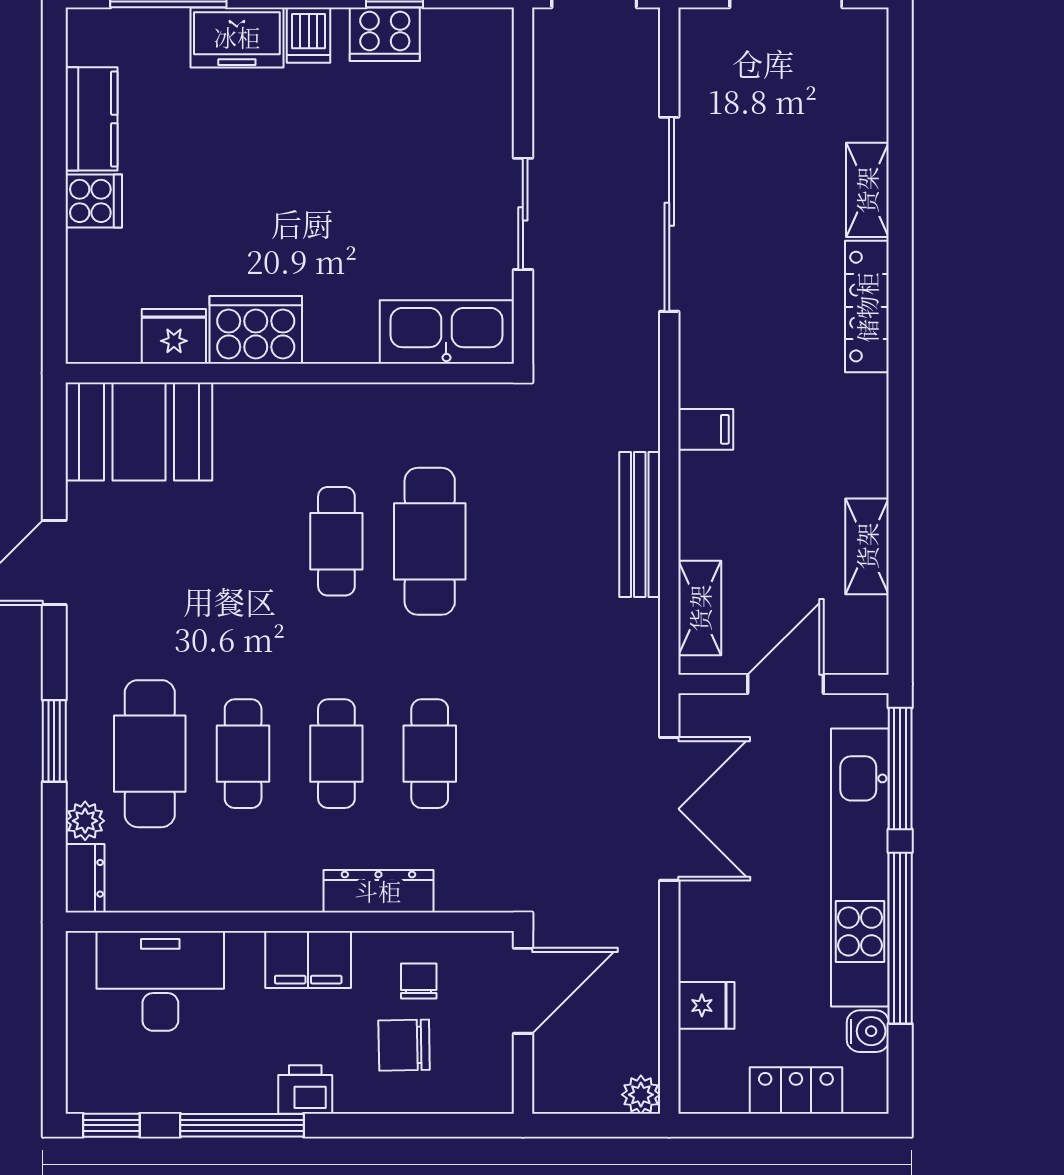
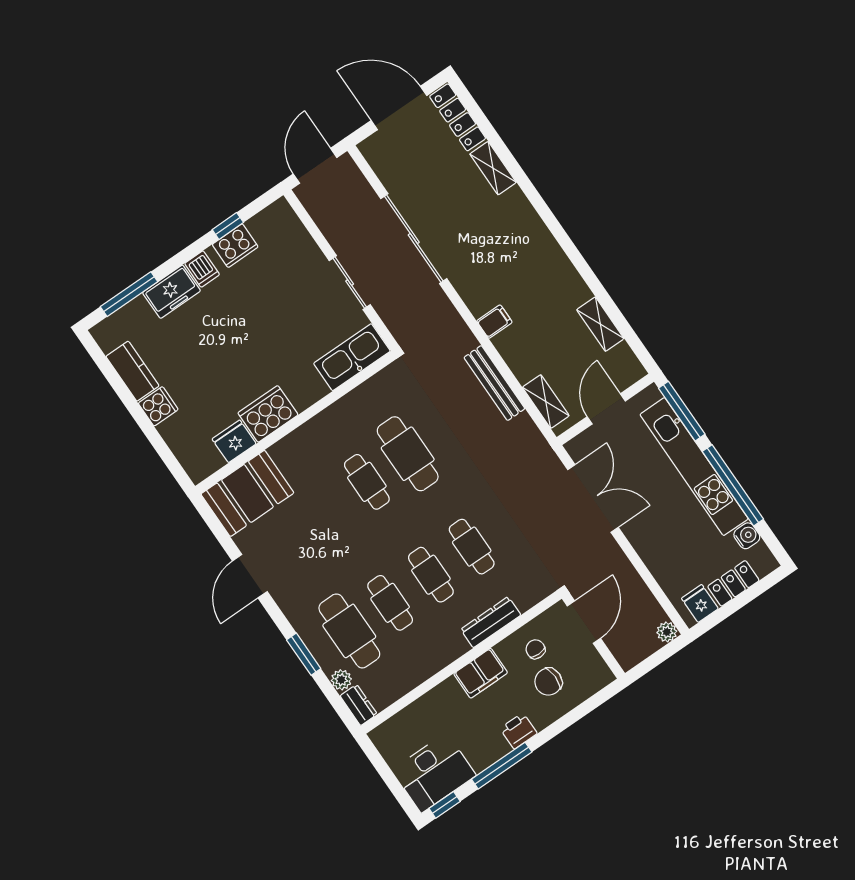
locker: (867, 307) -> (458, 117), moved
desk: (160, 981) -> (434, 773), moved, turned 180
fridge: (706, 1005) -> (700, 603), moved, turned -90

